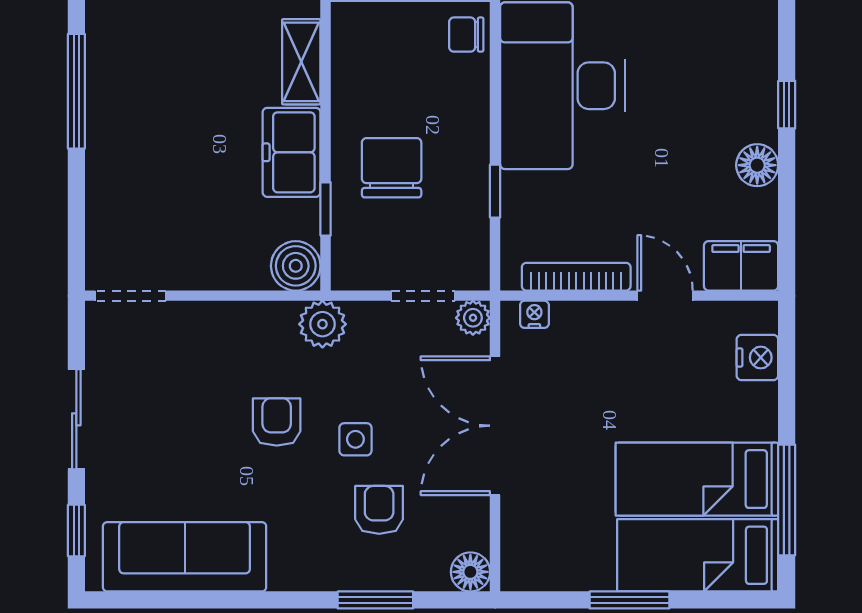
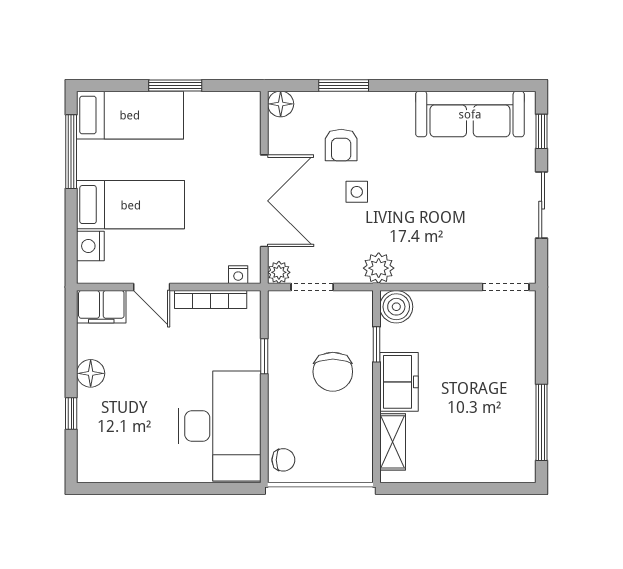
armchair: (277, 422) -> (409, 203), removed
bed: (697, 479) -> (131, 205), moved

